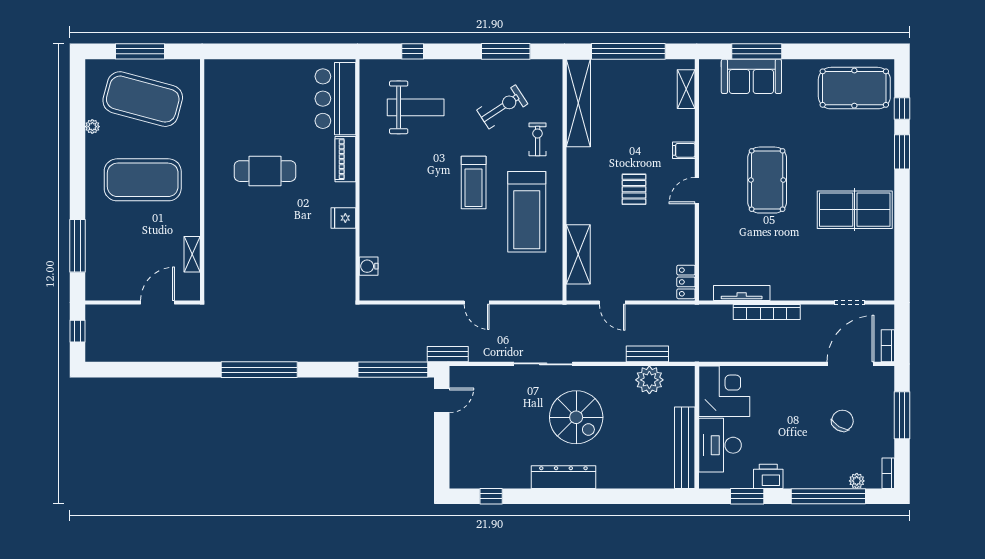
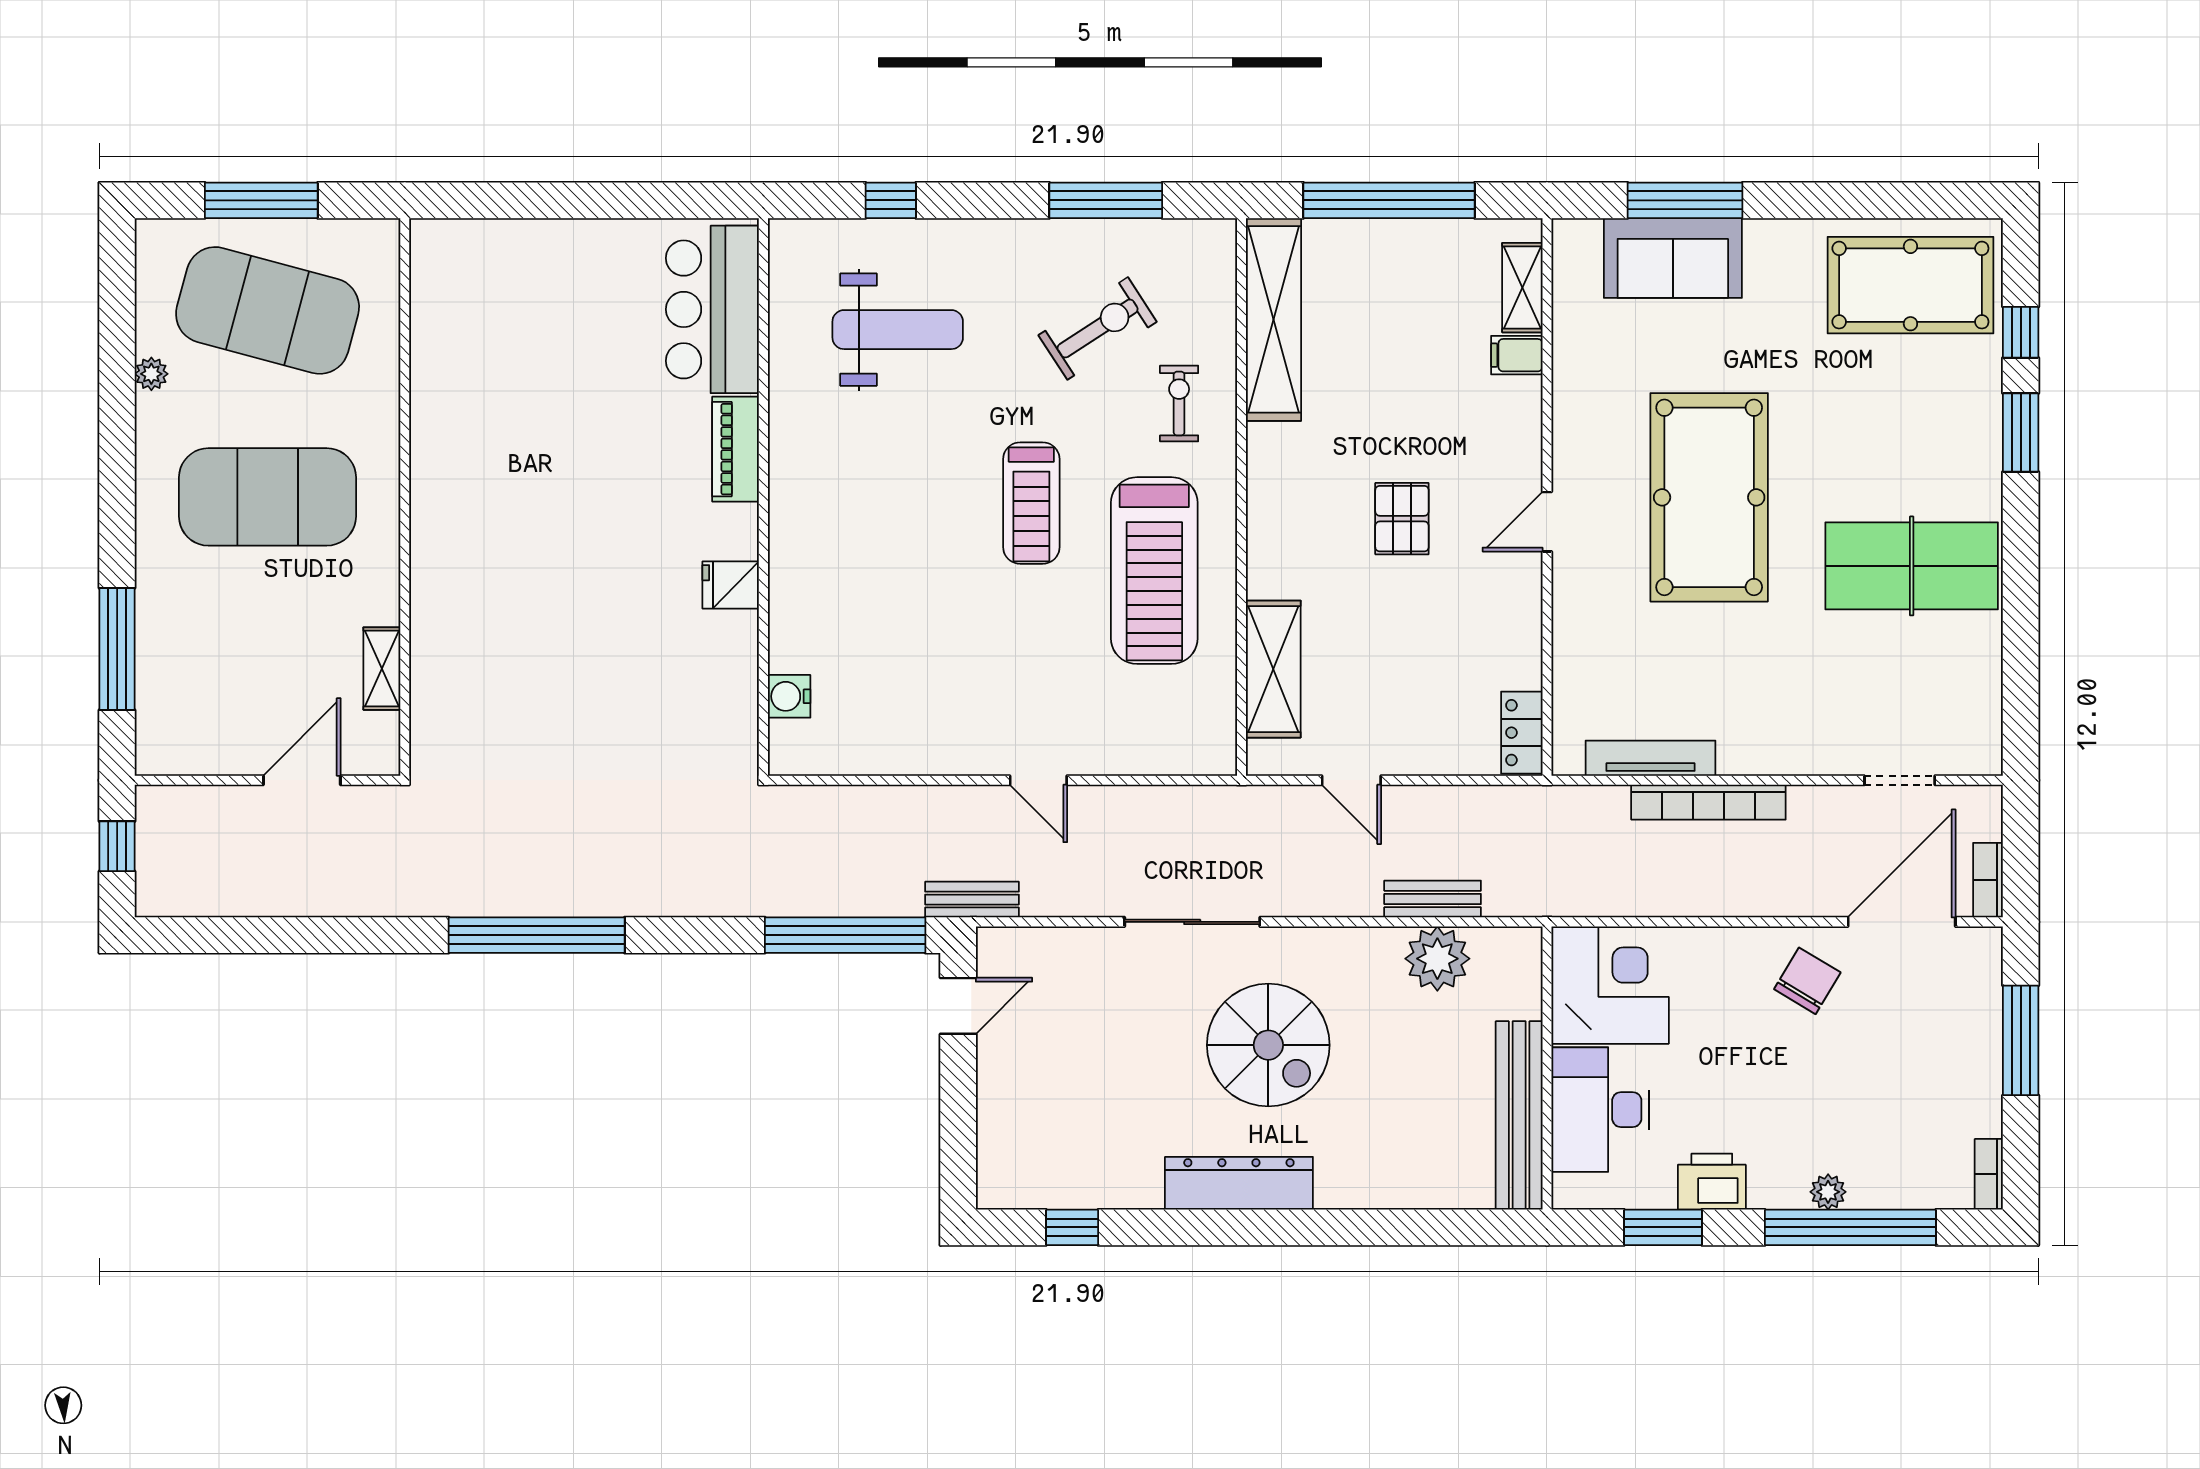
filing cabinet: (684, 150) -> (1517, 355), moved
cafe table: (265, 171) -> (550, 477), removed
pool table: (767, 180) -> (1709, 497), width x1.36, depth x1.32
chair: (842, 421) -> (1807, 981), moved
plant: (857, 481) -> (1828, 1192), moved

